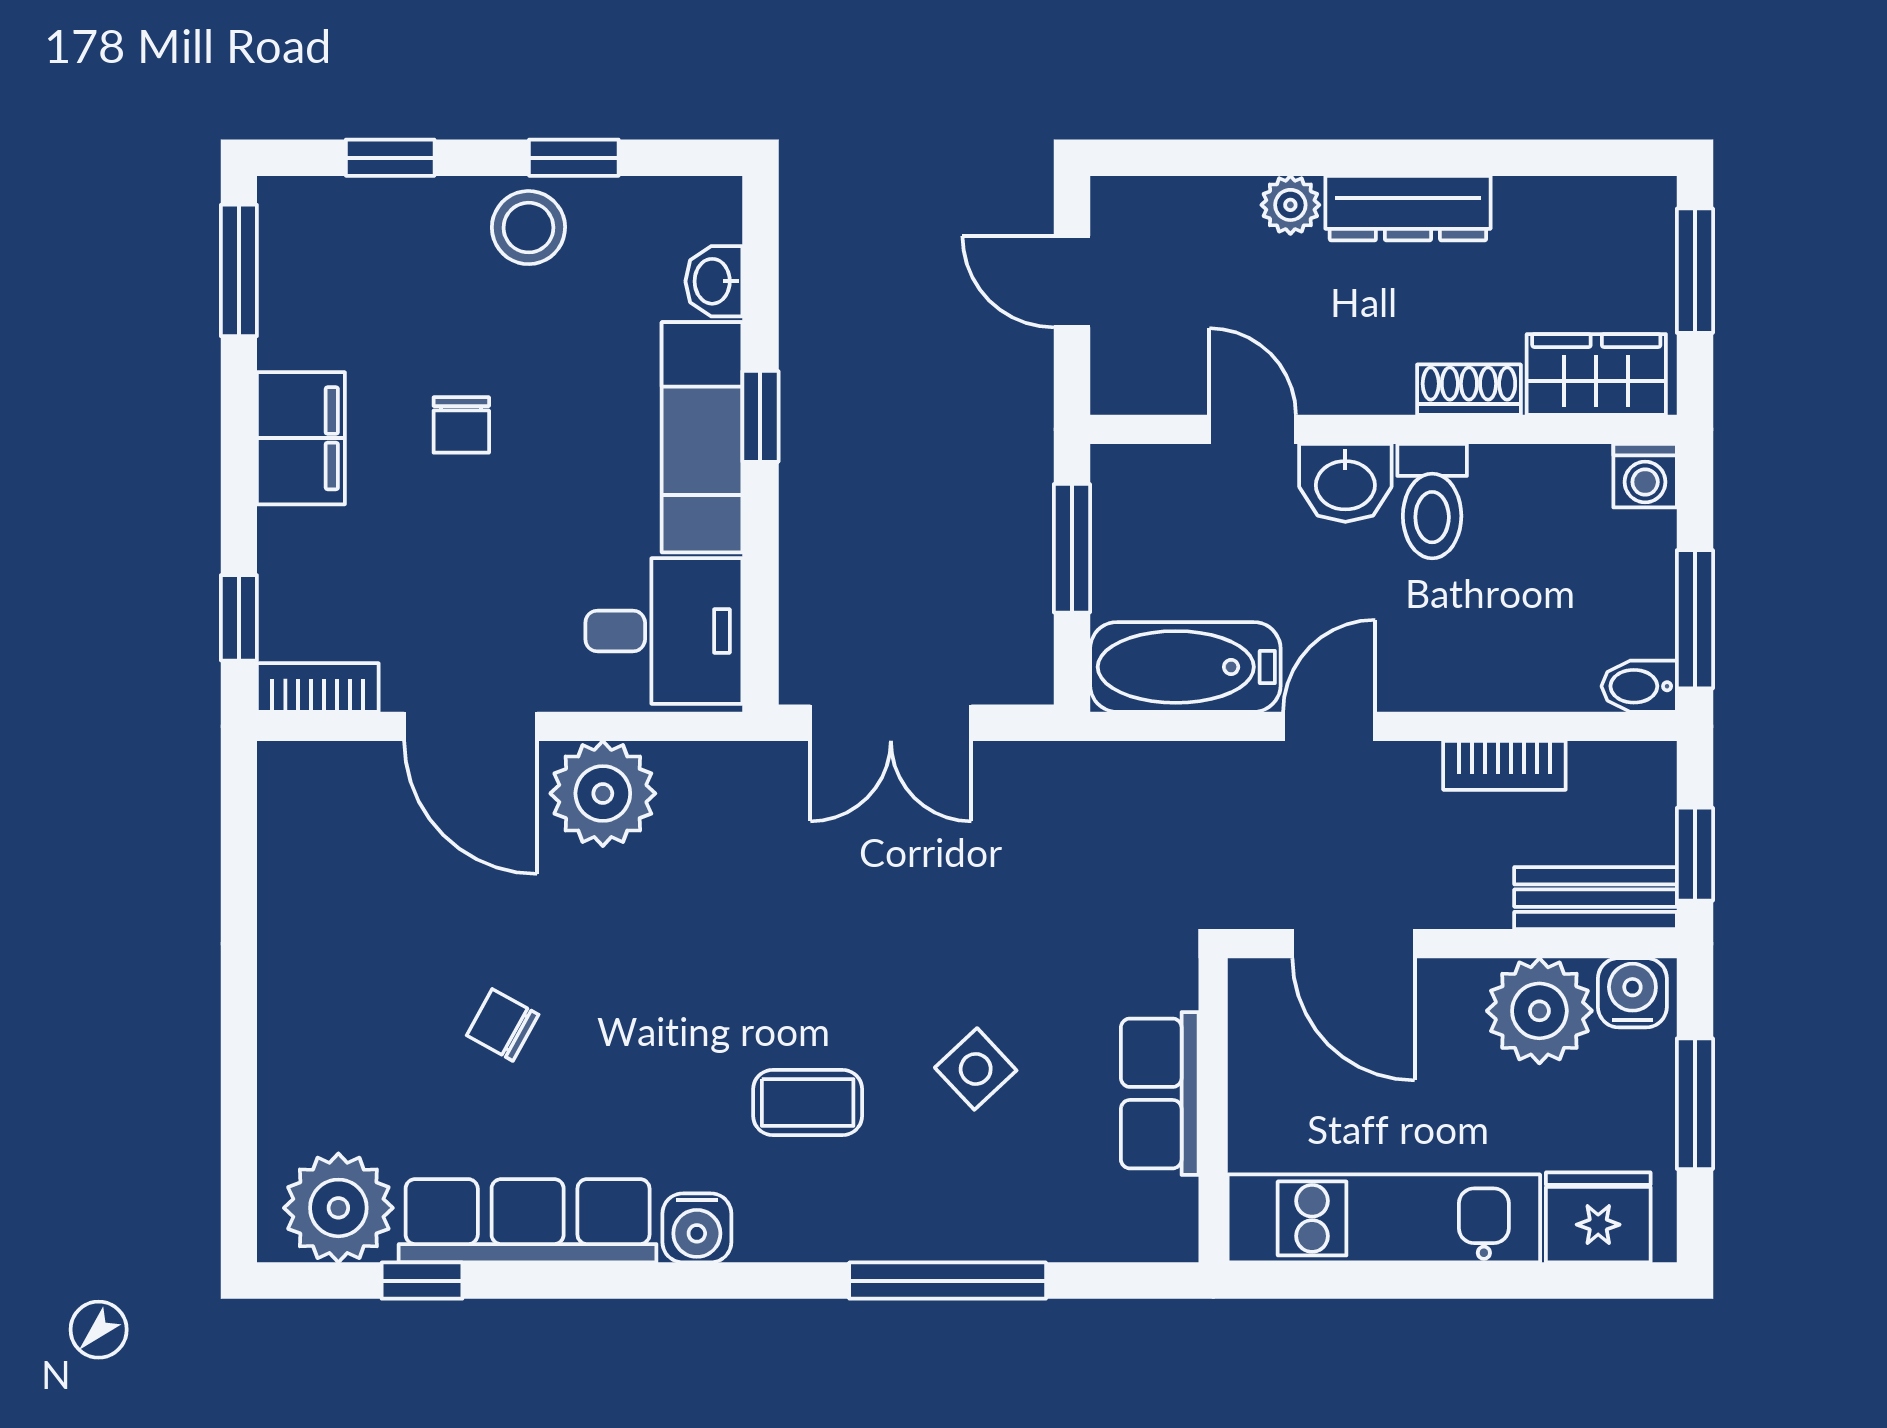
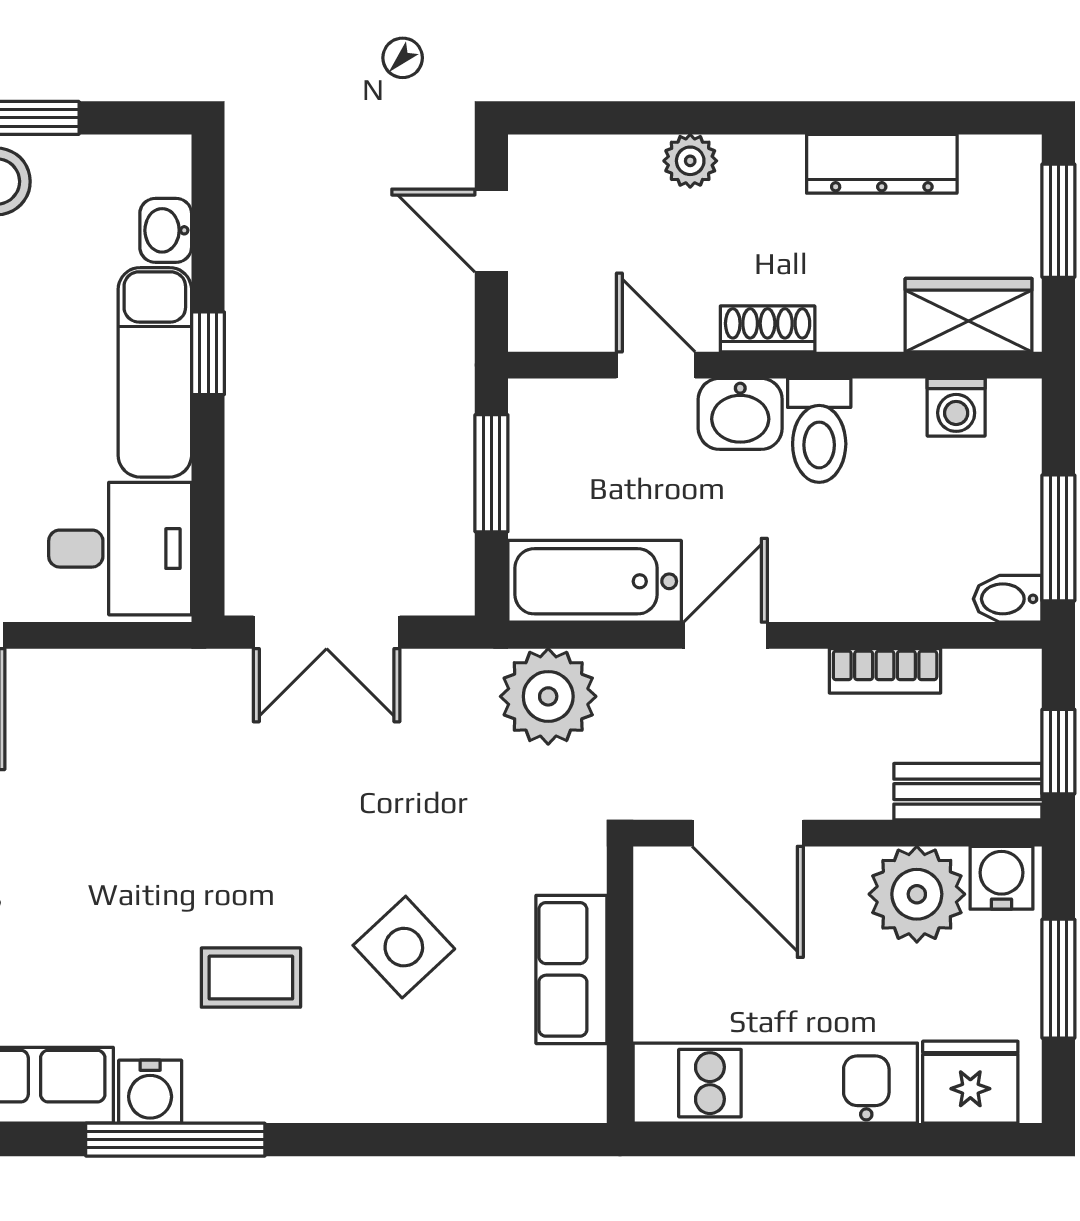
dresser: (1408, 208) -> (882, 164), moved
shoe rack: (1469, 390) -> (768, 329), moved
washing machine: (1645, 476) -> (956, 407), moved
plant: (603, 793) -> (548, 696), moved
side table: (976, 1069) -> (404, 947), width x1.37, depth x1.37
window: (948, 1281) -> (175, 1140), moved

